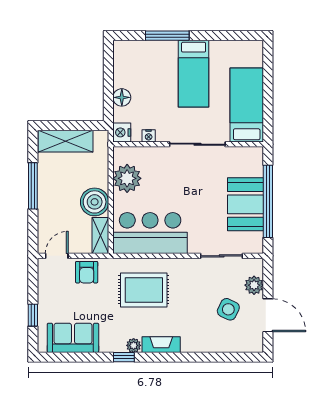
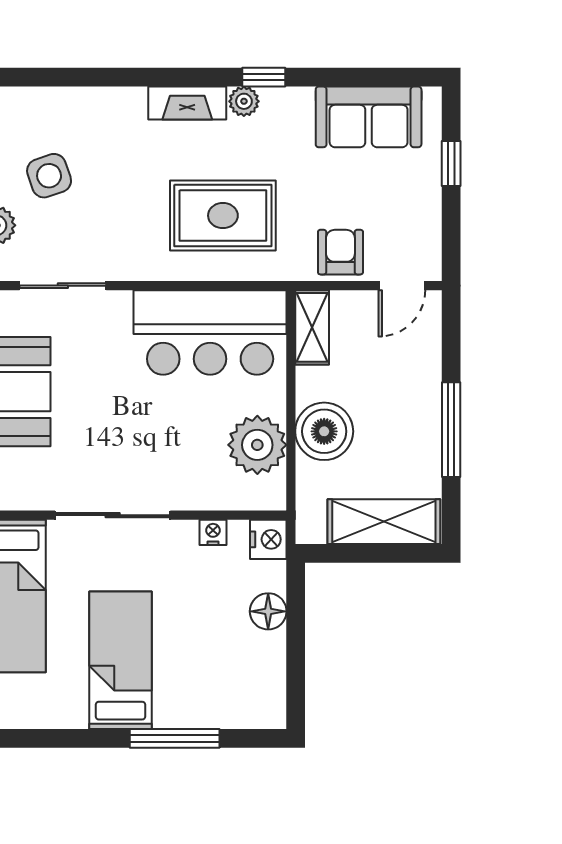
boiler: (95, 202) -> (324, 431), moved
side table: (228, 309) -> (49, 176), turned 45

